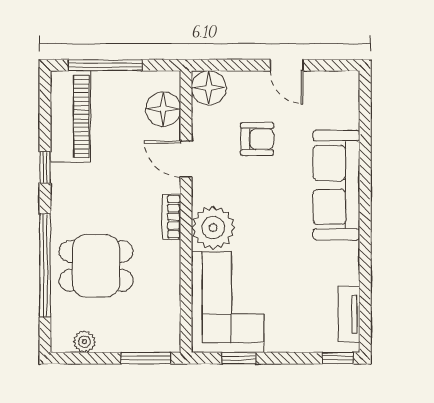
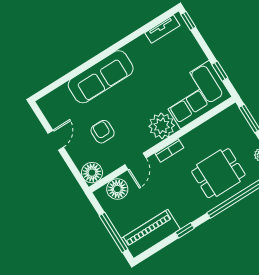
dining table: (96, 266) -> (218, 173), turned 90

